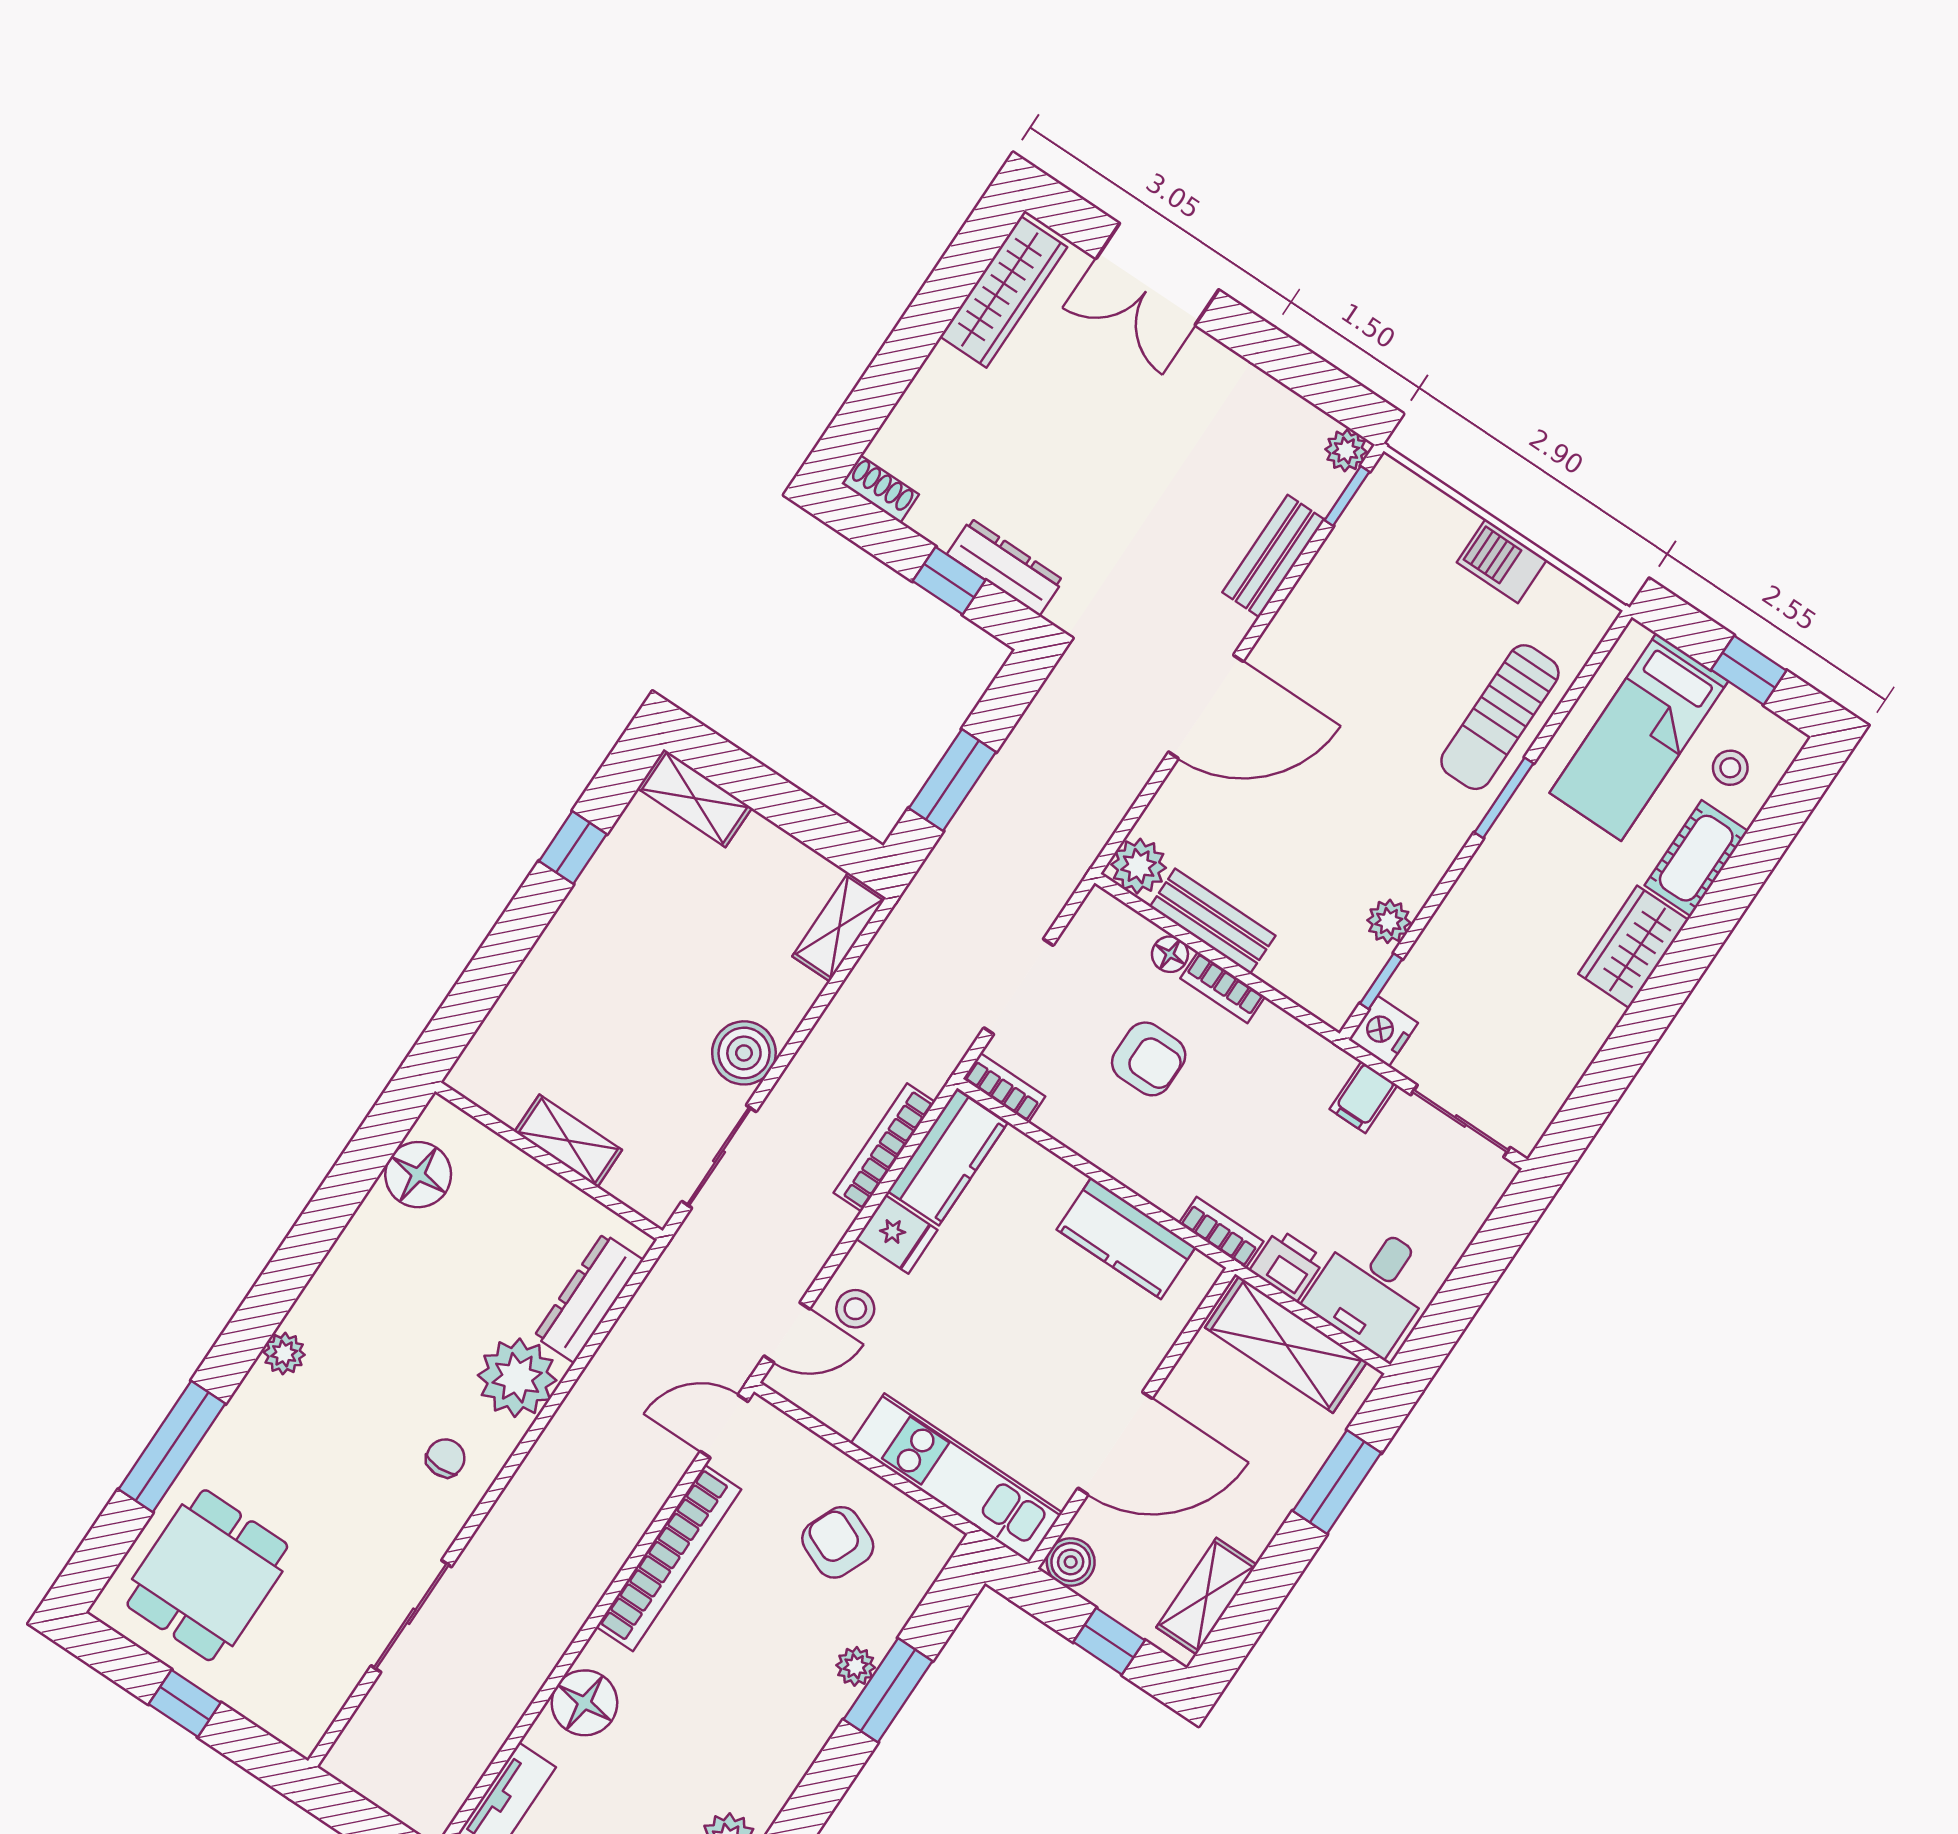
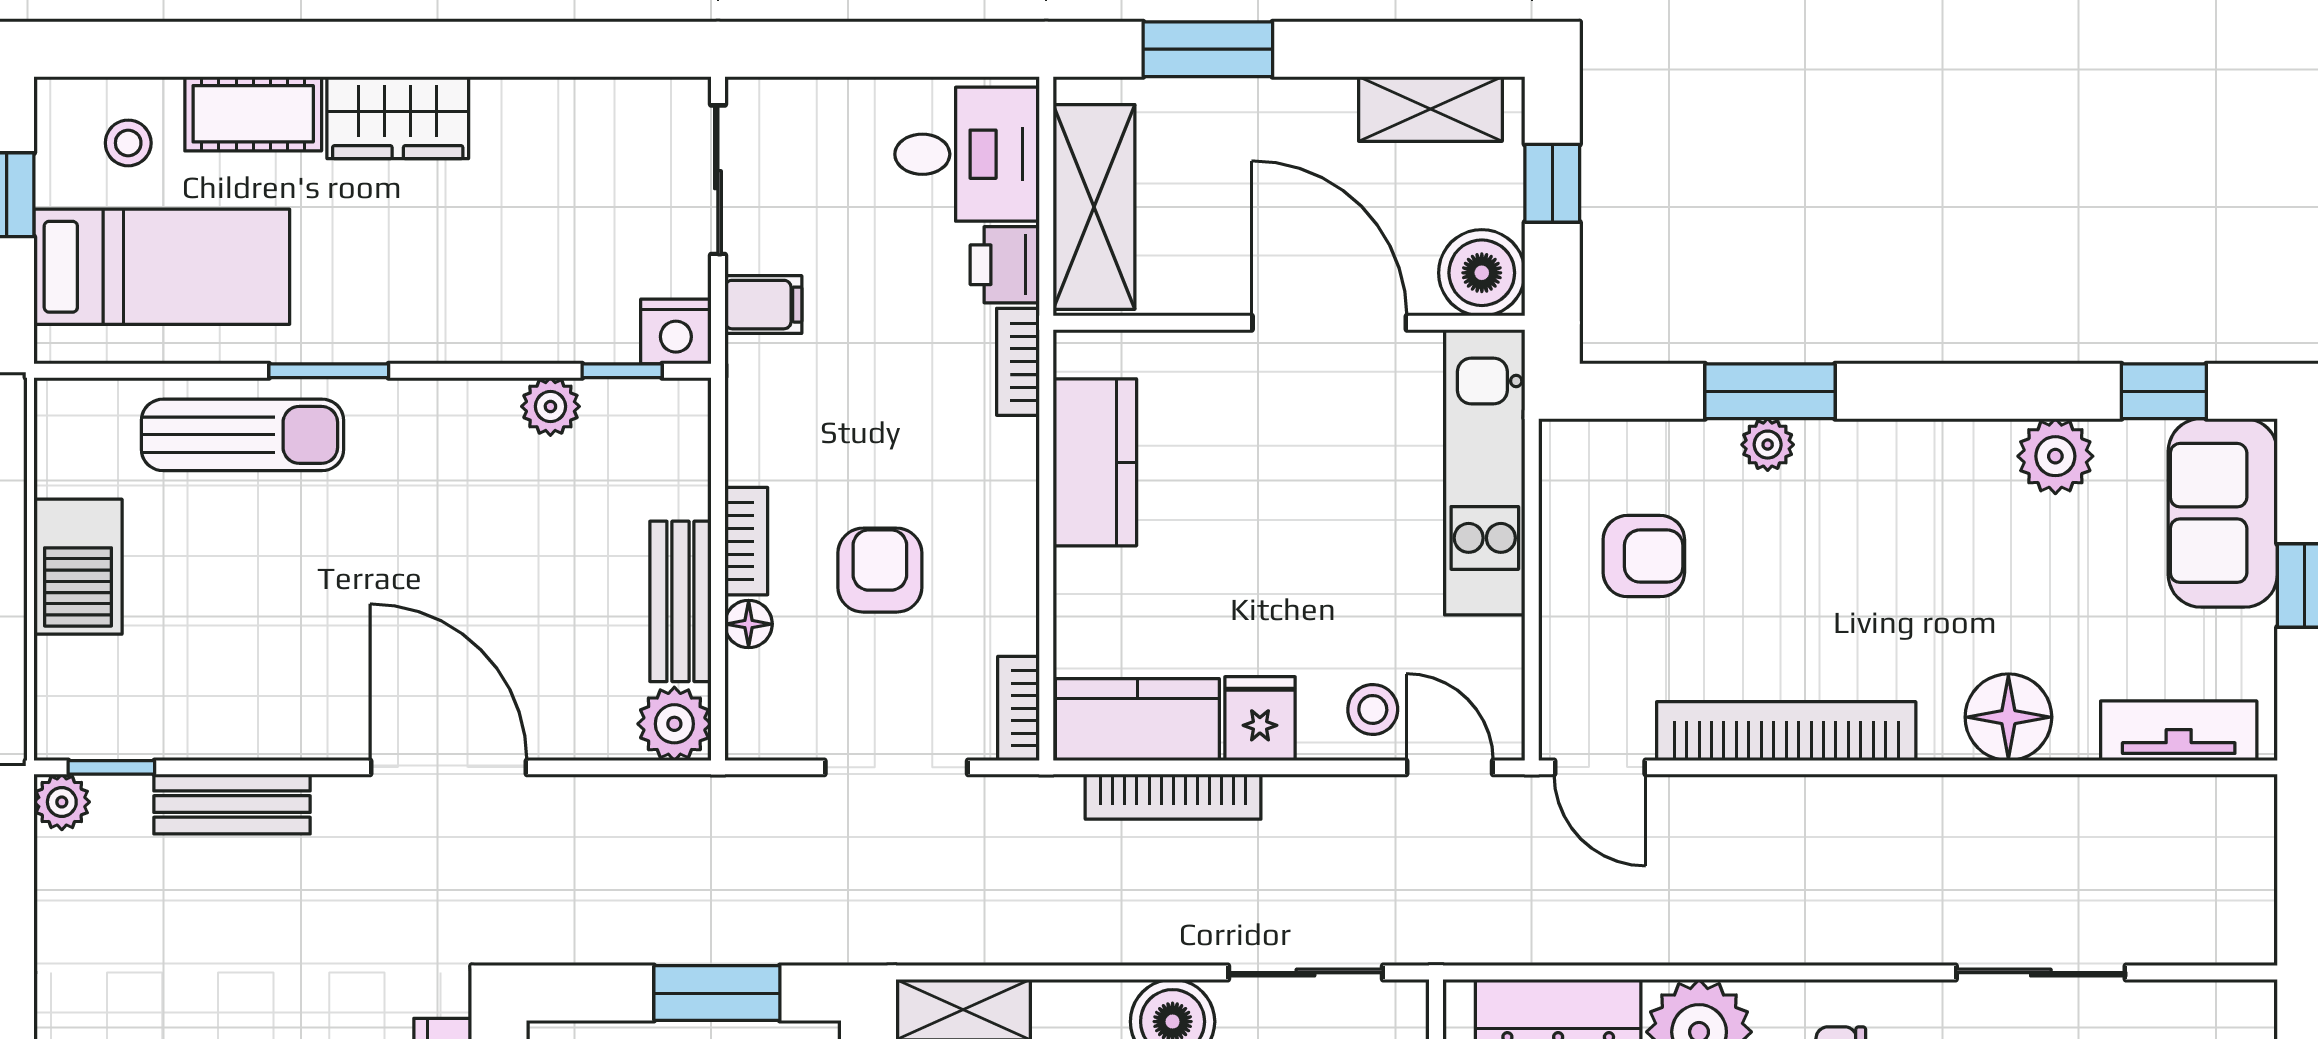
barbecue: (1502, 561) -> (78, 567), width x1.38, depth x1.27
armchair: (838, 1542) -> (1644, 556), turned -113
boiler: (1071, 1562) -> (1482, 273), width x1.36, depth x1.36

